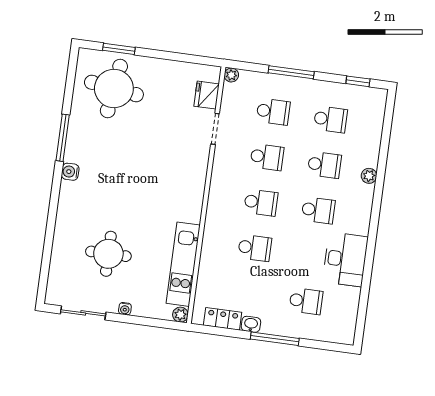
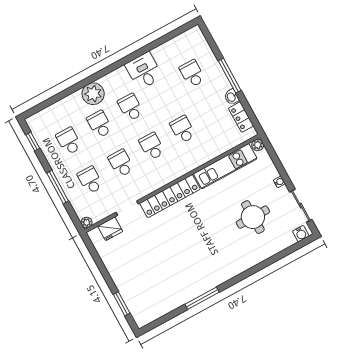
round table: (114, 88) -> (148, 289), removed
water cooler: (70, 172) -> (301, 234), moved
plant: (369, 176) -> (93, 94), width x1.88, depth x1.88
locker: (195, 183) -> (170, 196), added
desk: (345, 259) -> (144, 71), width x0.73

